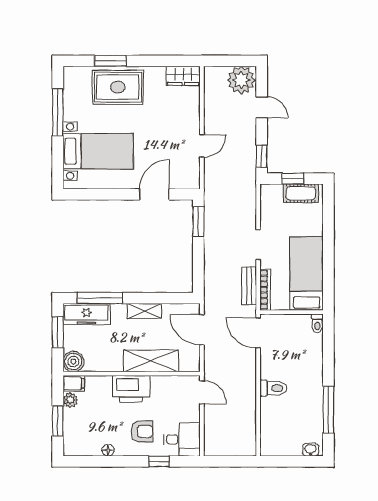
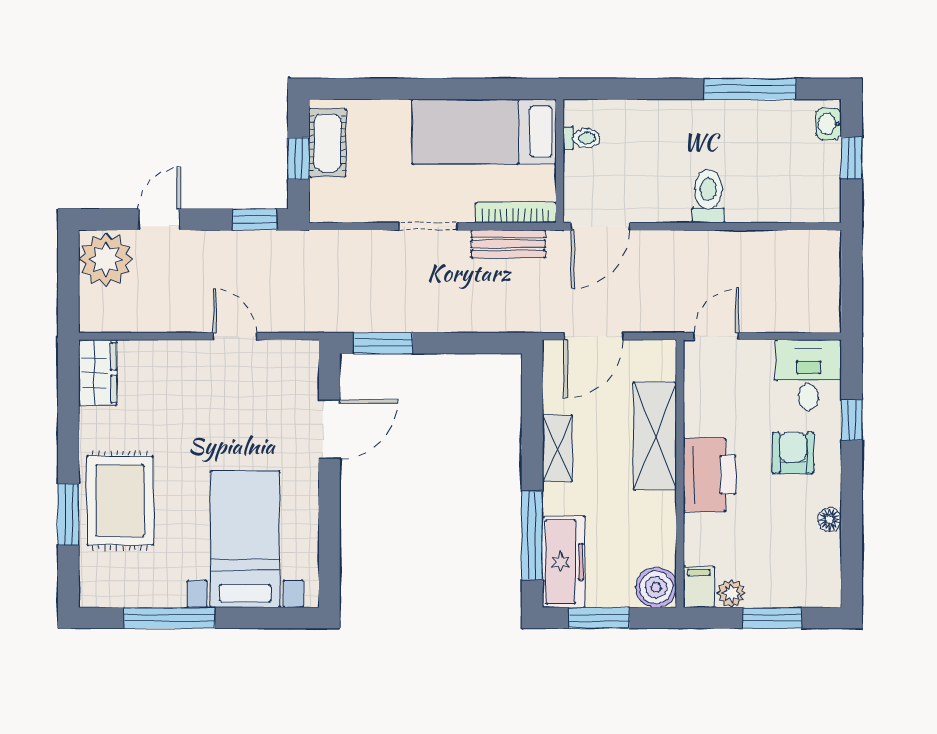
door: (154, 194) -> (329, 429), swing flipped
toilet: (317, 323) -> (582, 138), moved
window: (293, 461) -> (852, 158), added

